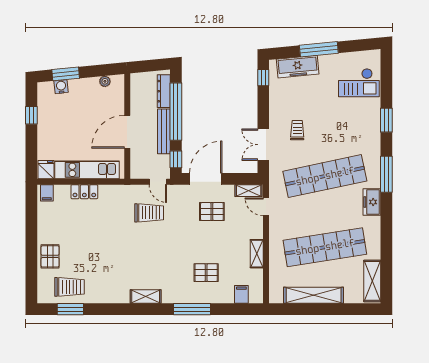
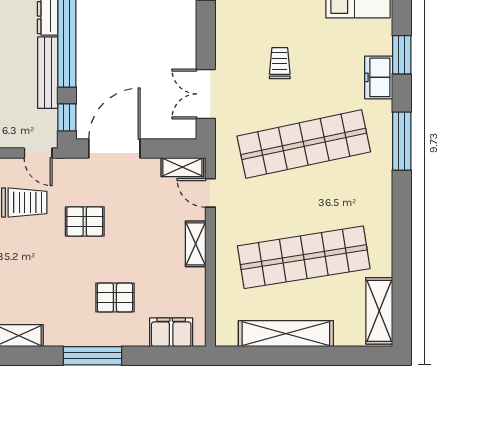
trolley: (297, 130) -> (280, 63), moved
freezer: (372, 202) -> (379, 77), moved
pallet: (212, 212) -> (85, 221), moved
shelving: (257, 254) -> (196, 244), moved
filing cabinet: (241, 294) -> (171, 332), width x2.00

